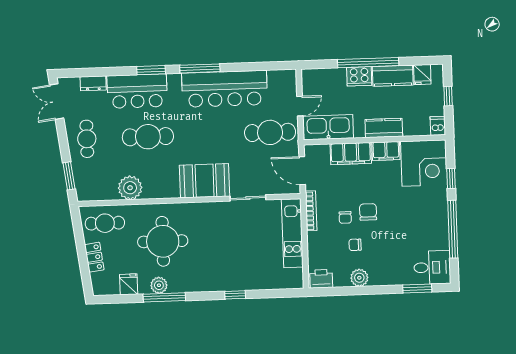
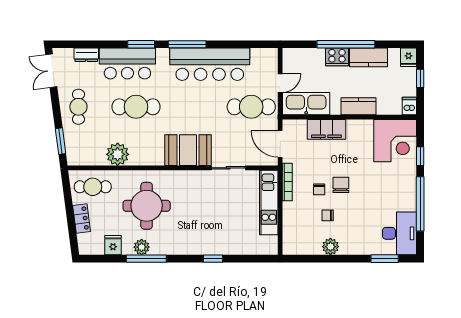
fridge: (422, 75) -> (409, 57), moved
filing cabinet: (386, 151) -> (360, 128), removed
desk: (432, 267) -> (399, 233), width x1.37
printer: (321, 279) -> (295, 246), removed

